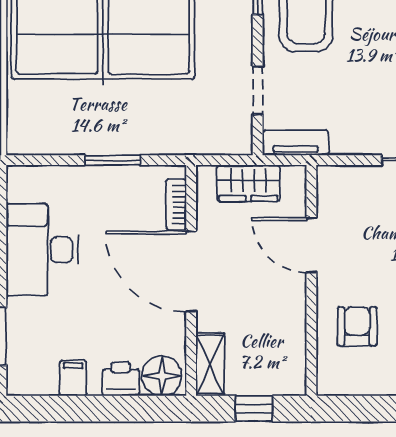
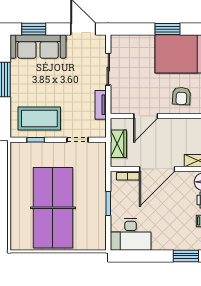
tv unit: (296, 143) -> (101, 105), moved
desk: (42, 250) -> (131, 235), moved
armchair: (357, 327) -> (181, 96), turned -87

